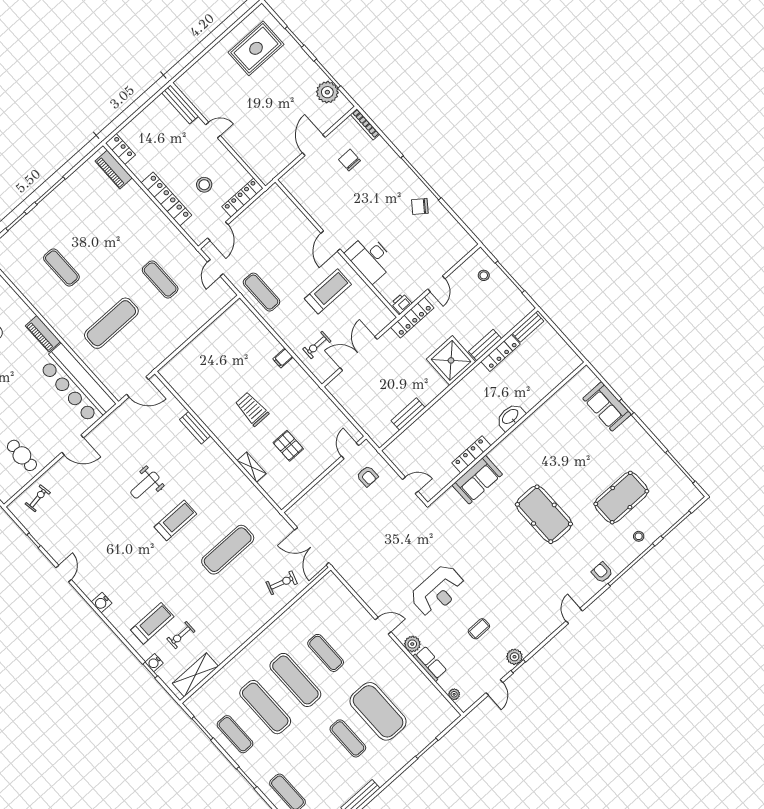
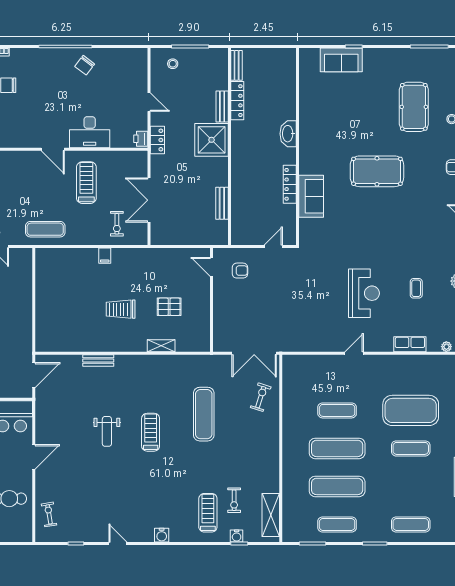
locker: (412, 318) -> (157, 140), width x0.66
plant: (412, 644) -> (385, 344), removed

